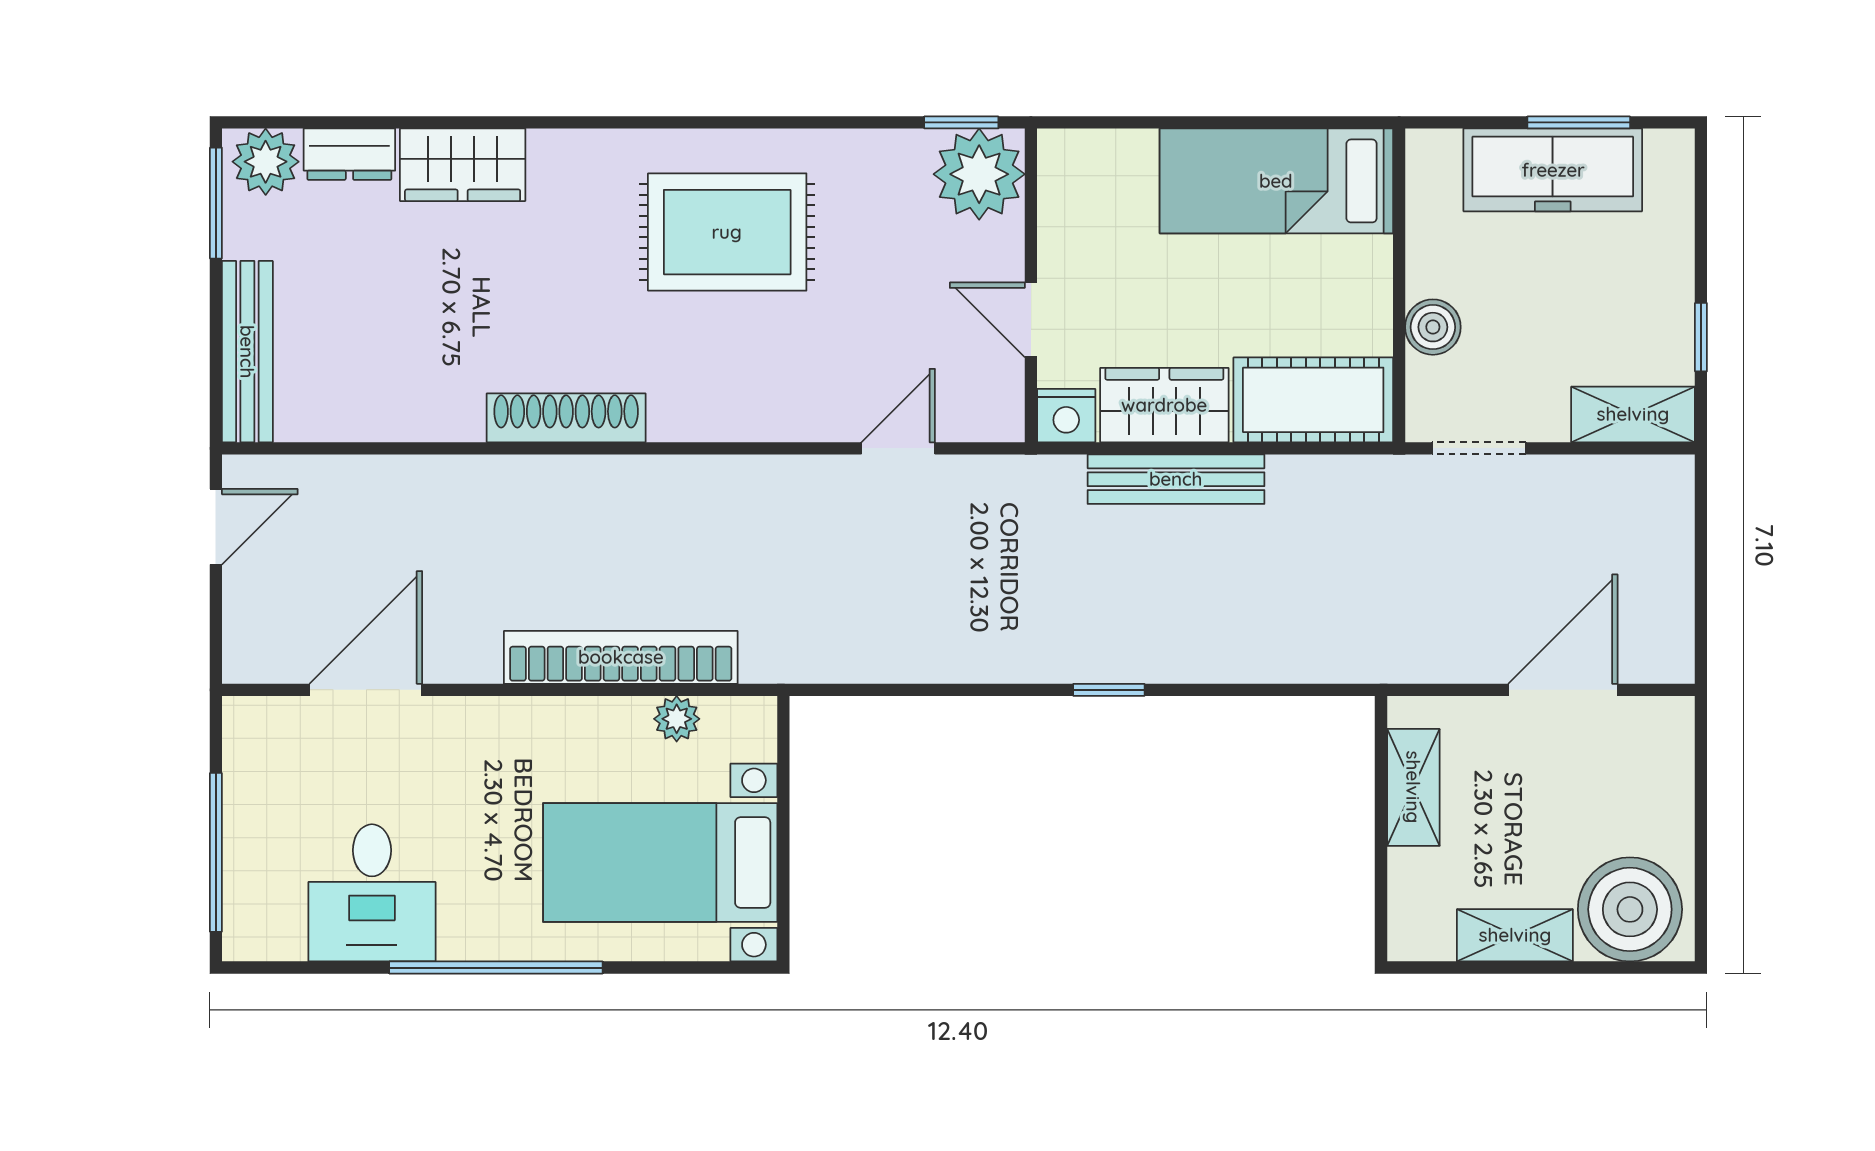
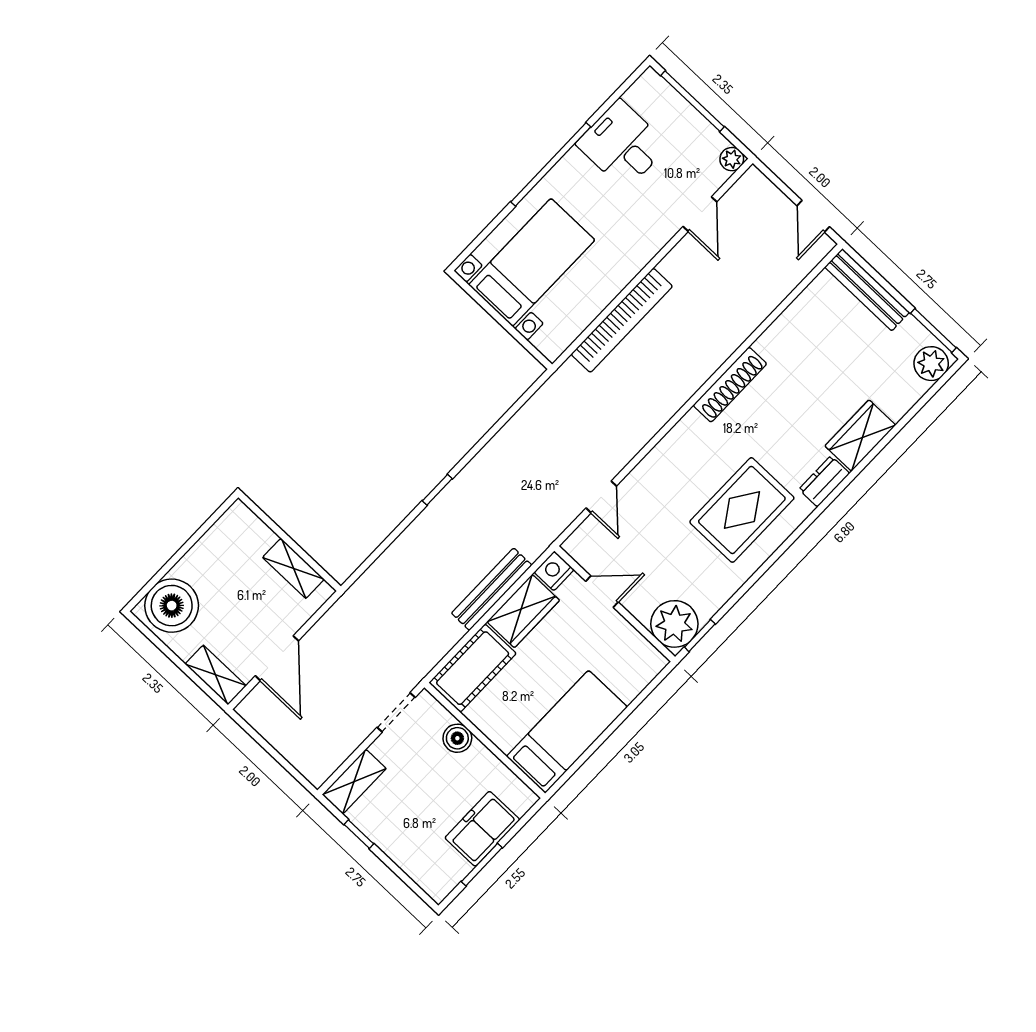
dresser: (349, 154) -> (824, 481), moved
freezer: (1553, 170) -> (482, 829), width x0.71
door: (366, 690) -> (700, 214), width x0.73
plant: (677, 719) -> (732, 159), moved
shelving: (1515, 935) -> (216, 675), moved, turned 90

